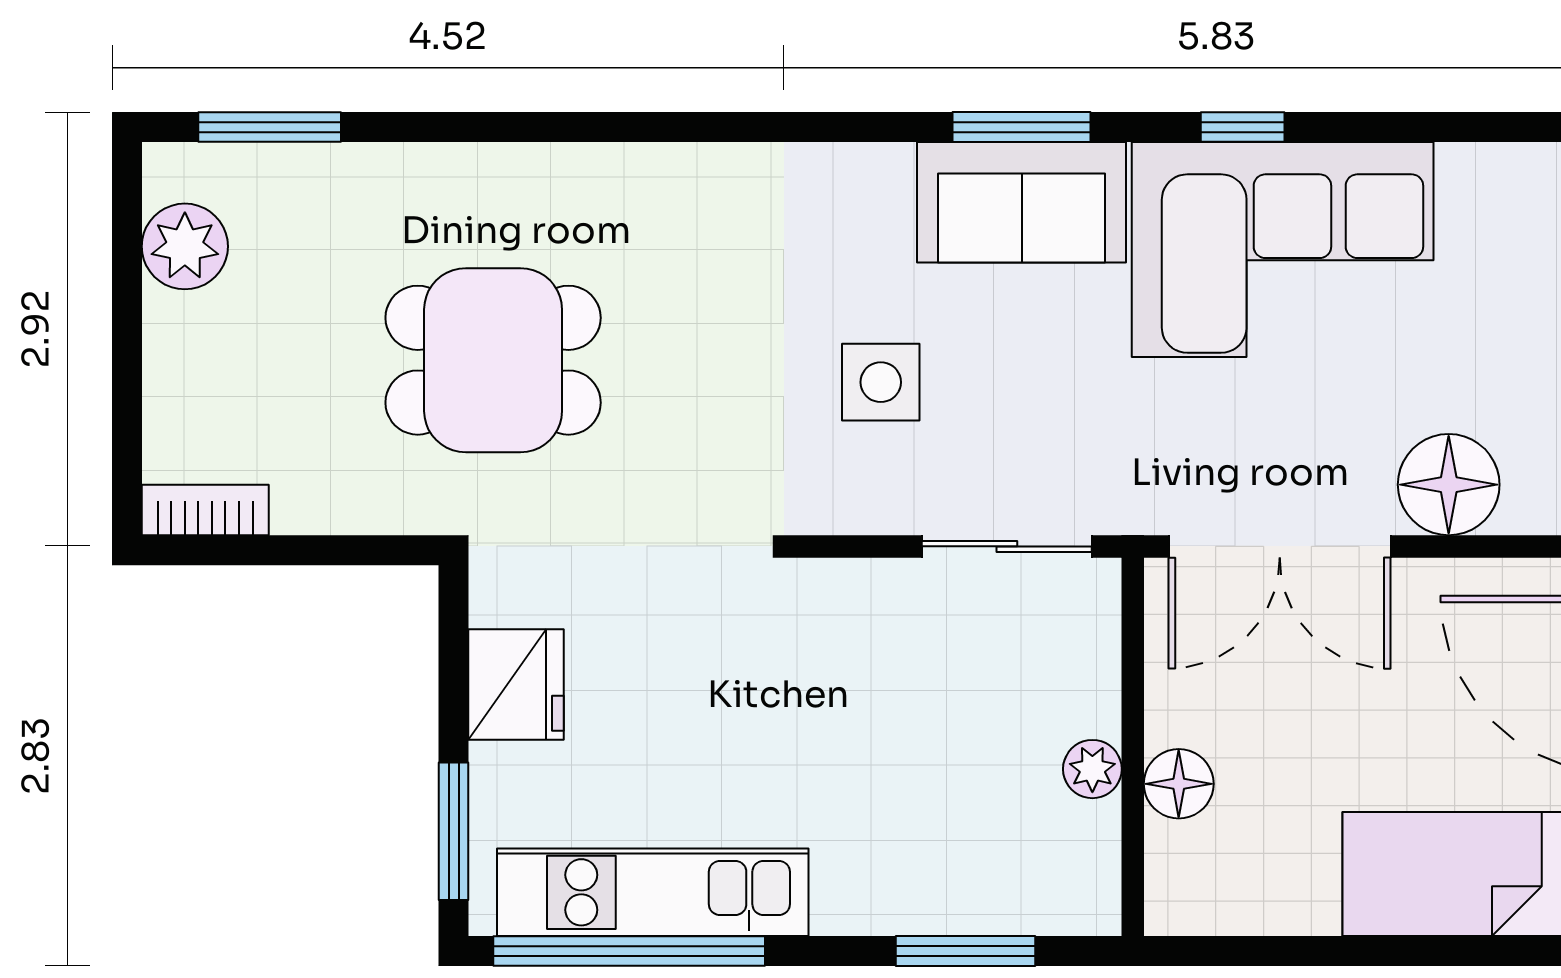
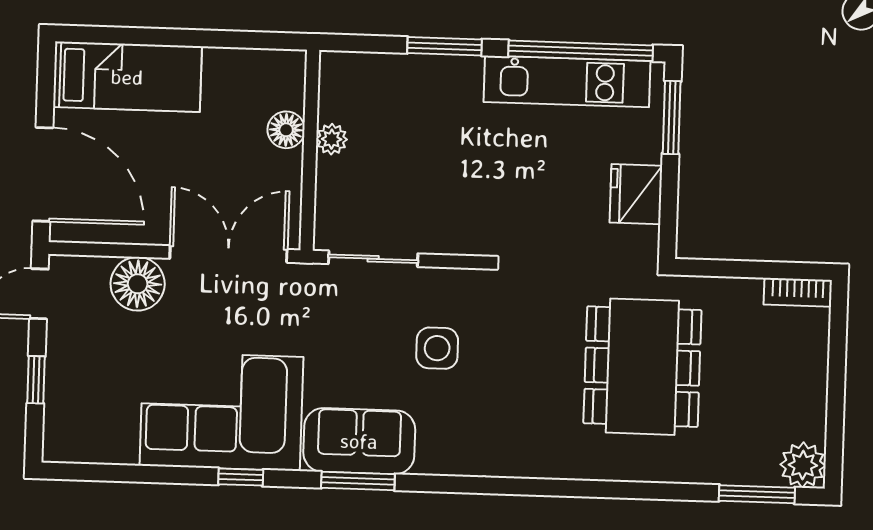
plant: (185, 246) -> (803, 465), moved
dining table: (493, 360) -> (642, 367), width x1.38
window: (965, 951) -> (445, 46), moved

